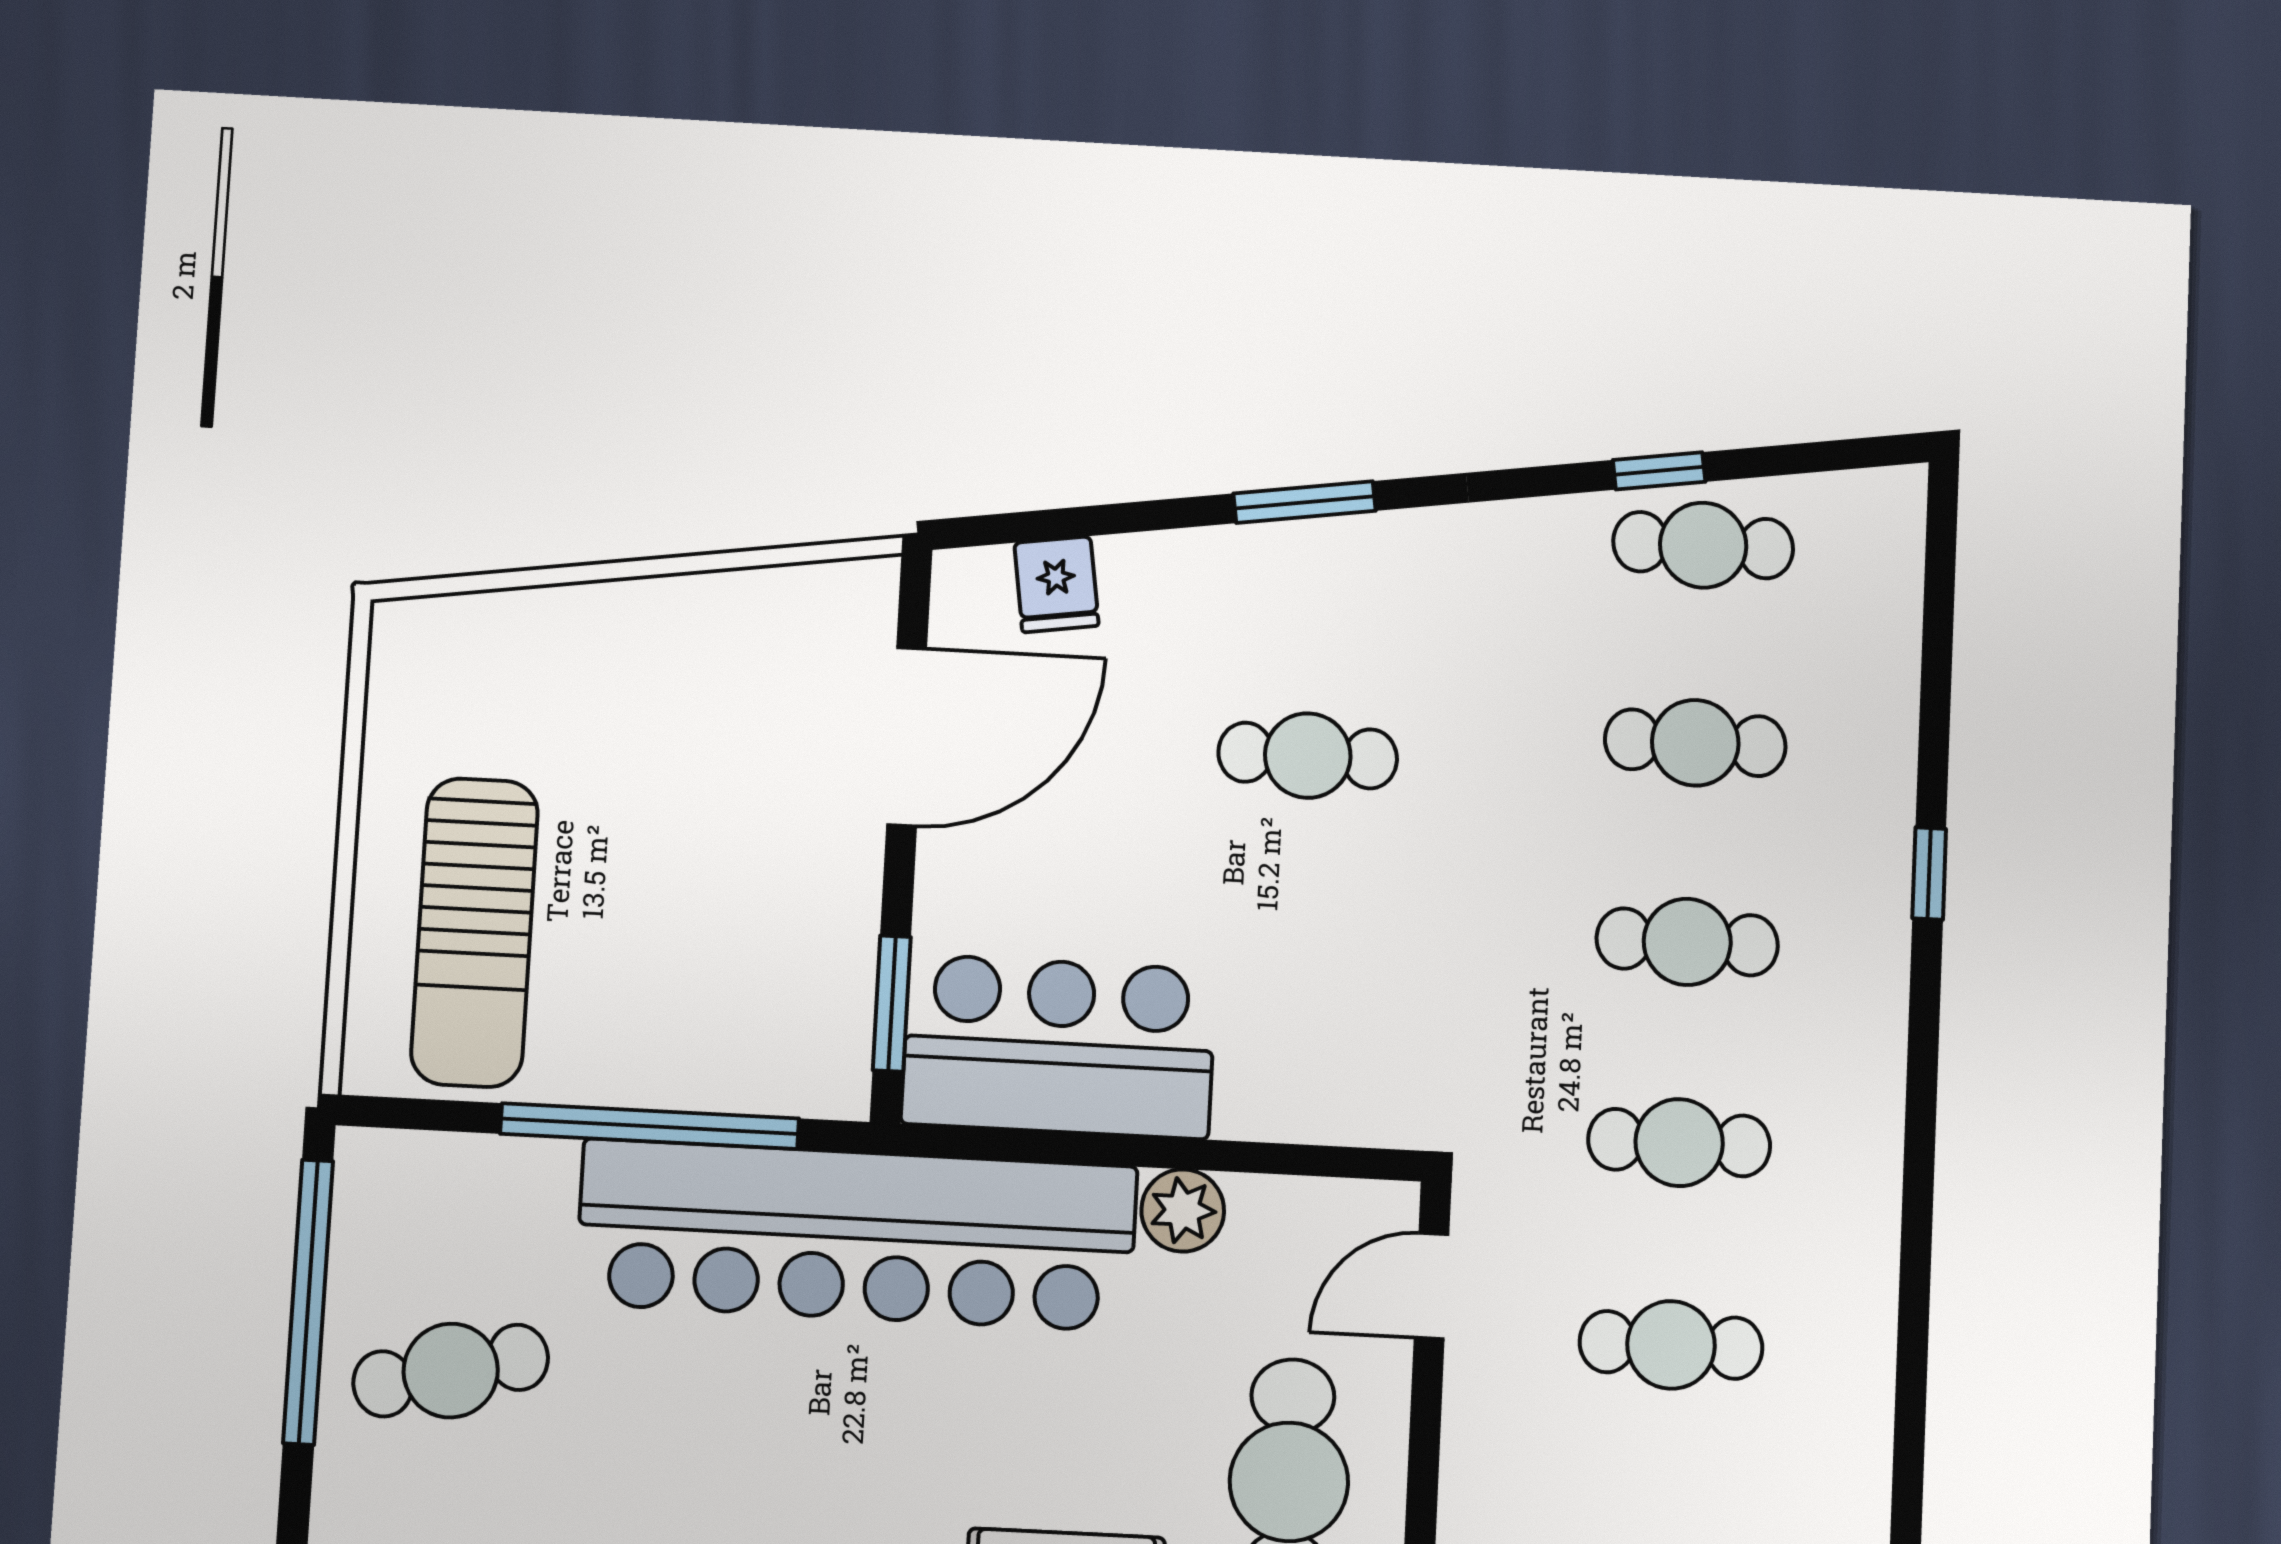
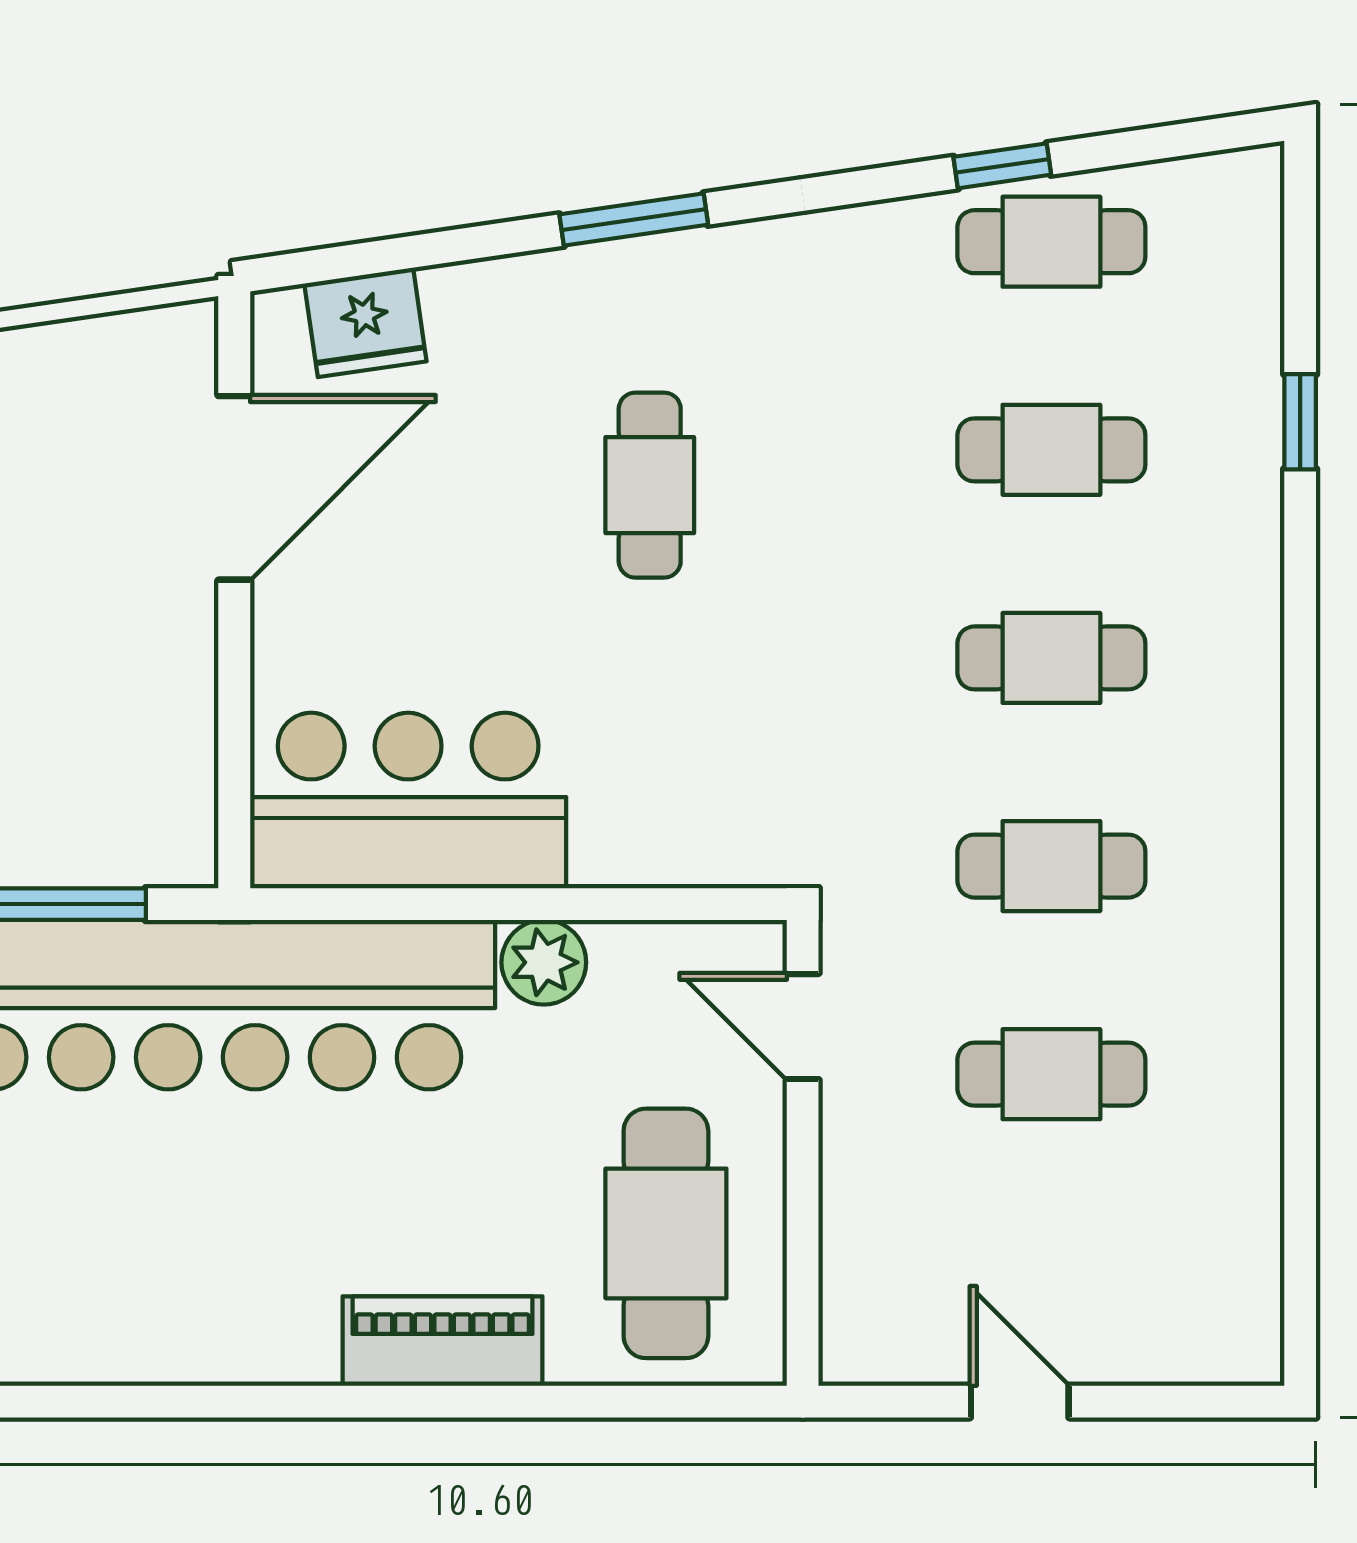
fridge: (1056, 584) -> (365, 322), width x1.38
cafe table: (1308, 756) -> (650, 485), turned 90
window: (1929, 874) -> (1300, 422), moved
window: (892, 1004) -> (234, 765), removed
door: (1431, 1286) -> (803, 1027), hinge flipped

